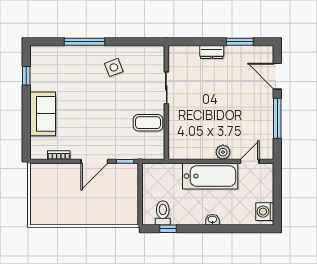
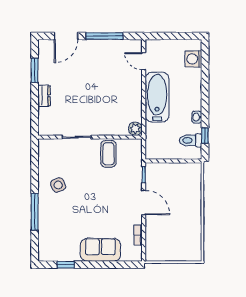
plant: (223, 152) -> (135, 129), moved
washing machine: (265, 212) -> (193, 59), moved, turned 90
washbasin: (212, 220) -> (197, 117), moved

